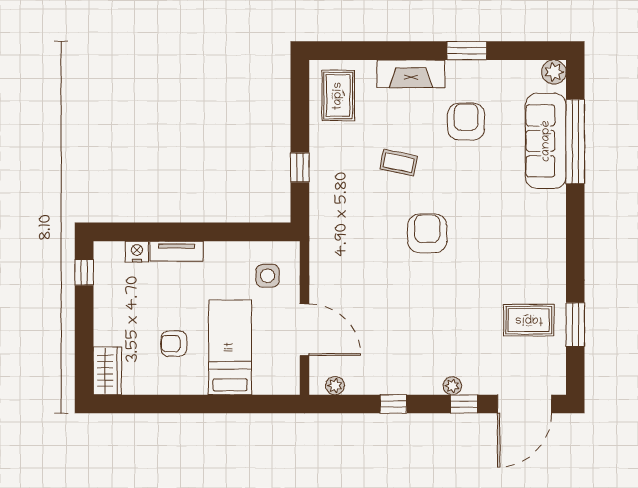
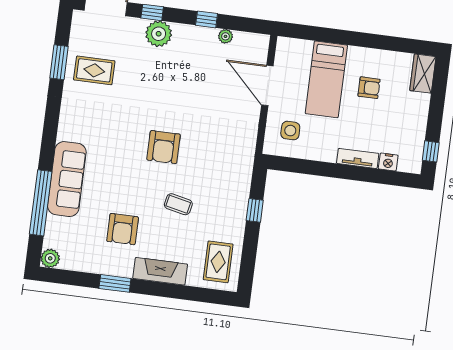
sofa: (546, 141) -> (67, 179), moved
plant: (335, 386) -> (226, 36), moved
plant: (452, 386) -> (159, 34), width x1.88, depth x1.88

